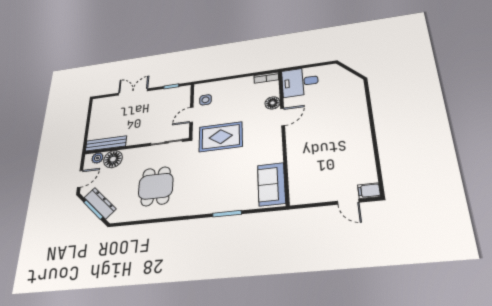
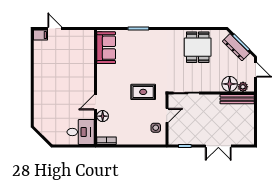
rug: (221, 137) -> (143, 92), width x0.73, depth x0.70
door: (80, 179) -> (256, 70), swing flipped
dining table: (156, 186) -> (198, 47), moved

